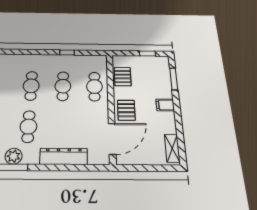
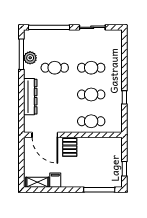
pallet: (123, 77) -> (101, 146), removed
window: (174, 79) -> (99, 190), width x1.44
filing cabinet: (165, 105) -> (55, 180), moved
pallet: (126, 110) -> (70, 147), turned 90

